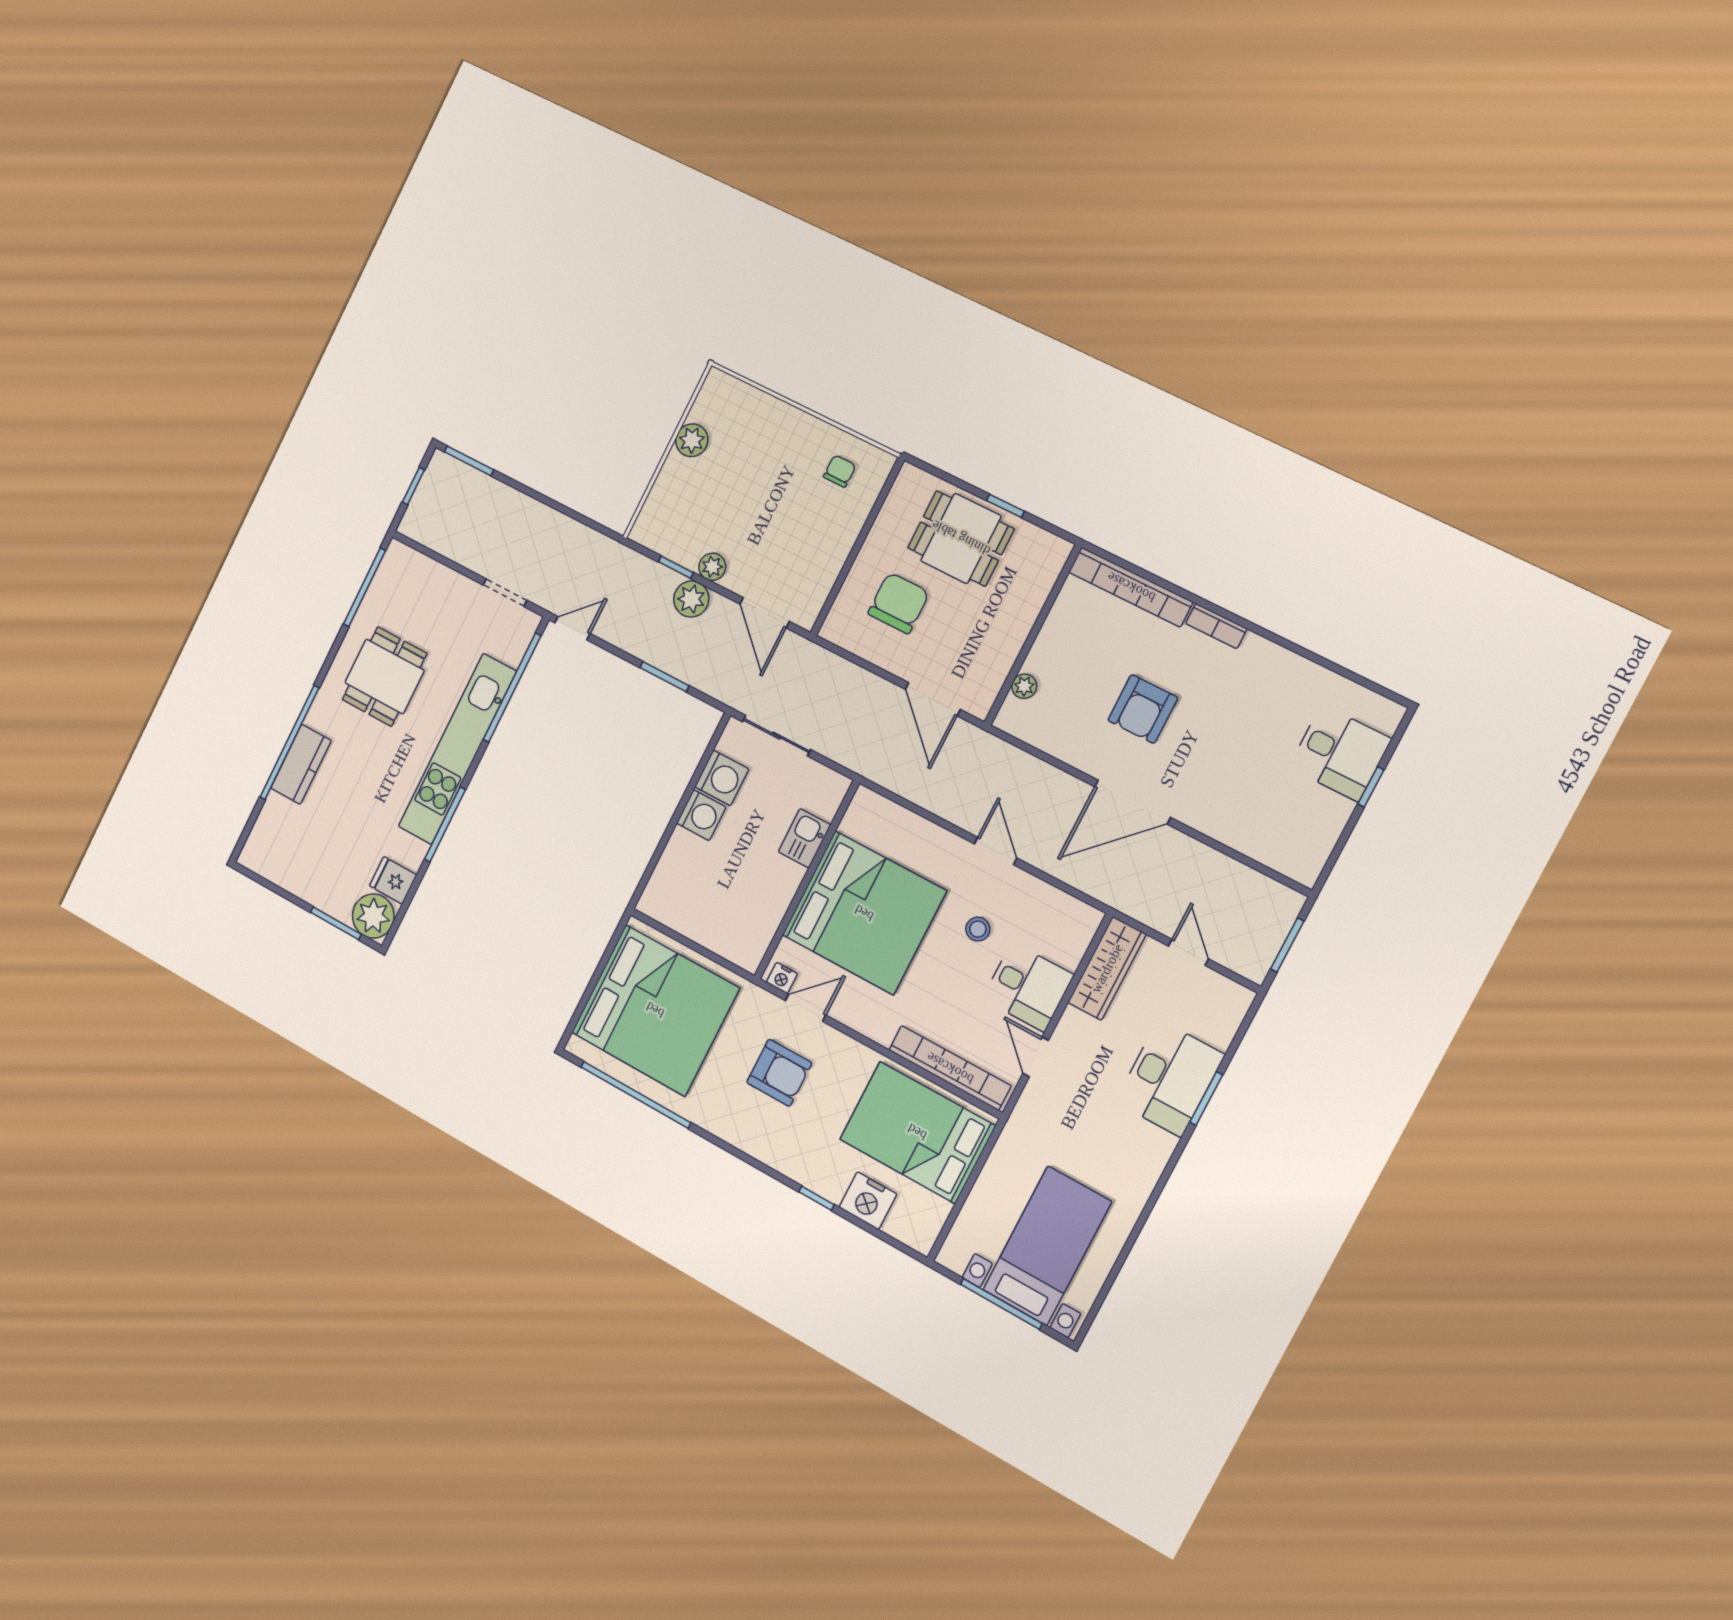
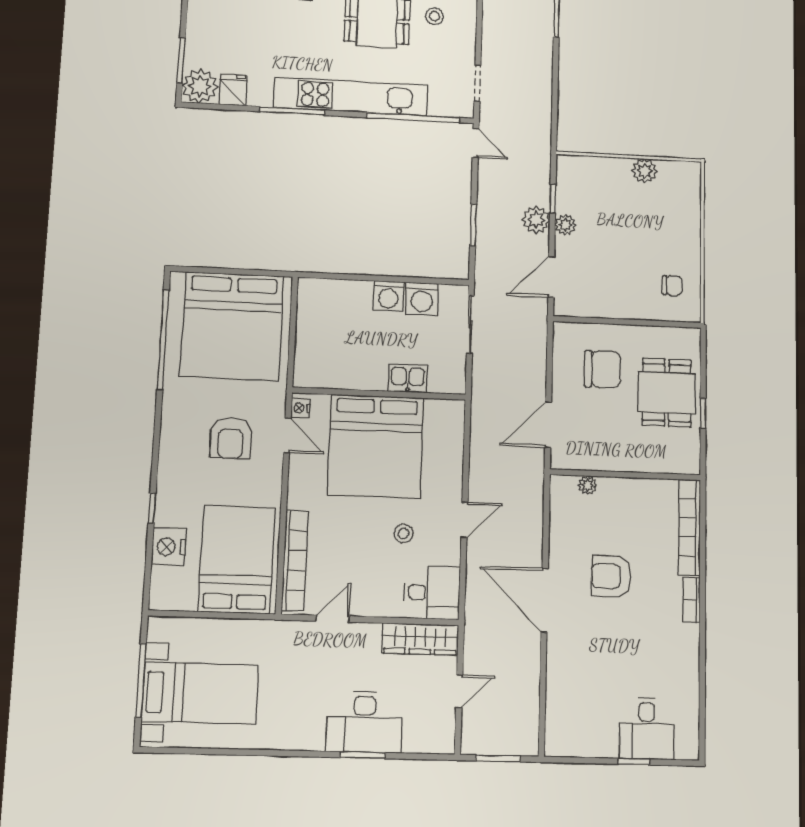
stool: (408, 606) -> (435, 16), added
desk: (1028, 987) -> (432, 593), moved, turned -90

